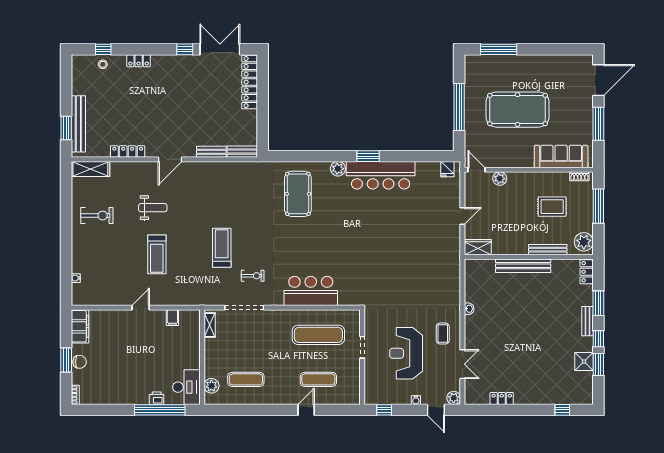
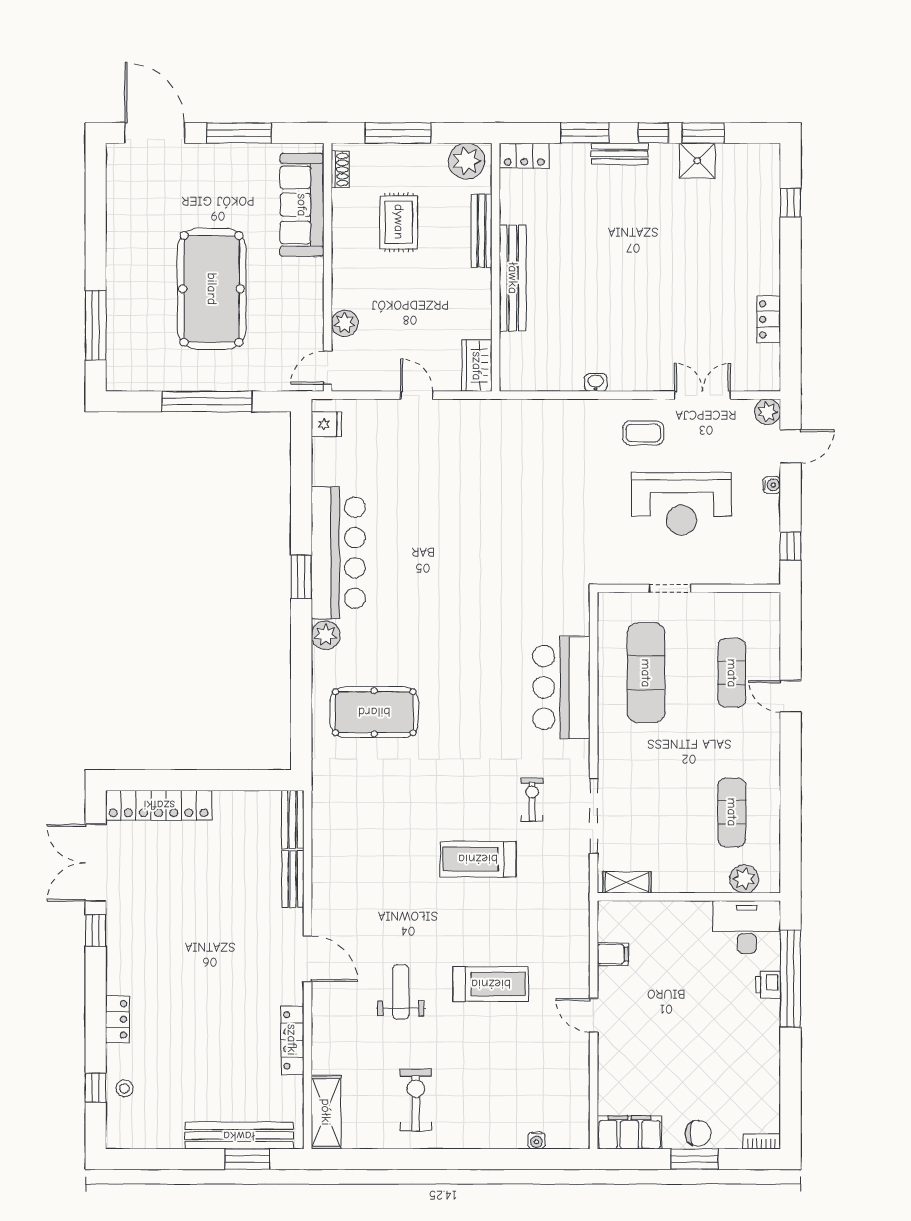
chair: (80, 362) -> (698, 1133), turned 90

